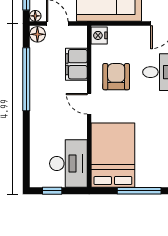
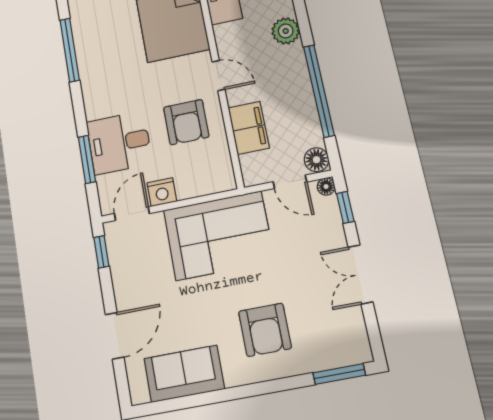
nightstand: (99, 35) -> (162, 192), moved, turned 90
plant: (39, 125) -> (286, 31), added

